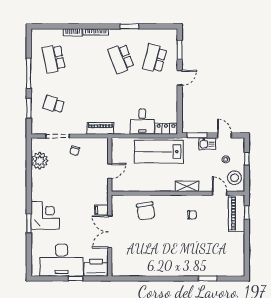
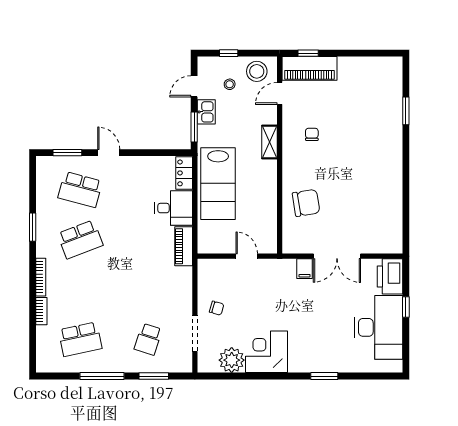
piano: (100, 128) -> (184, 246), moved
corner desk: (45, 216) -> (267, 352), moved

